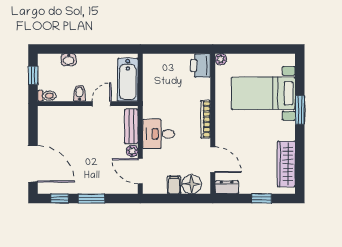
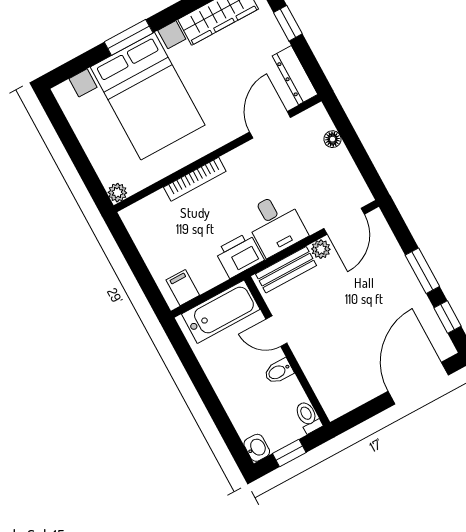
washbasin: (69, 60) -> (257, 448), moved
printer: (201, 65) -> (239, 255), moved, turned 180
bed with nightstands: (263, 93) -> (148, 96), width x1.36
bookcase: (206, 119) -> (195, 179), moved
floor lamp: (192, 184) -> (333, 139), width x0.53, depth x0.53
filing cabinet: (174, 185) -> (183, 288), moved, turned 90
dresser: (227, 187) -> (295, 75), width x1.44

